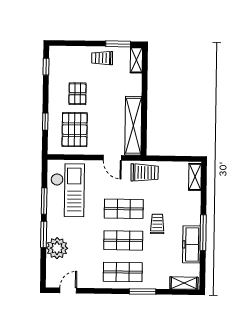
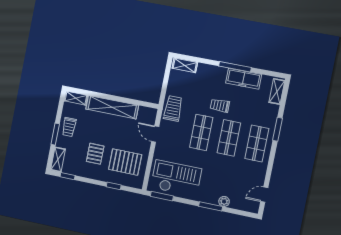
window: (118, 44) -> (55, 134), moved
shelving: (63, 52) -> (58, 160), added
pallet: (77, 94) -> (95, 154), turned 90
shelving: (133, 126) -> (112, 107), moved
door: (112, 158) -> (155, 134), swing flipped
window: (44, 201) -> (162, 196), moved
plant: (57, 248) -> (224, 201), width x0.53, depth x0.53
door: (68, 290) -> (264, 195), hinge flipped

